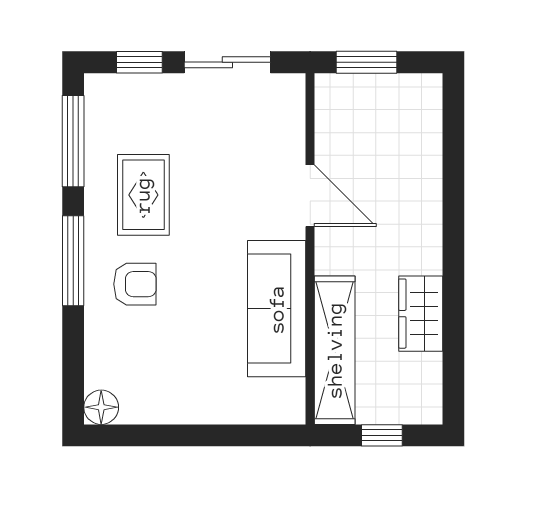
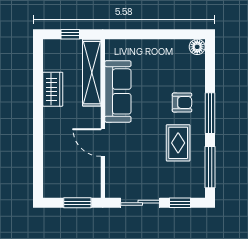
armchair: (135, 284) -> (182, 102), turned 180

